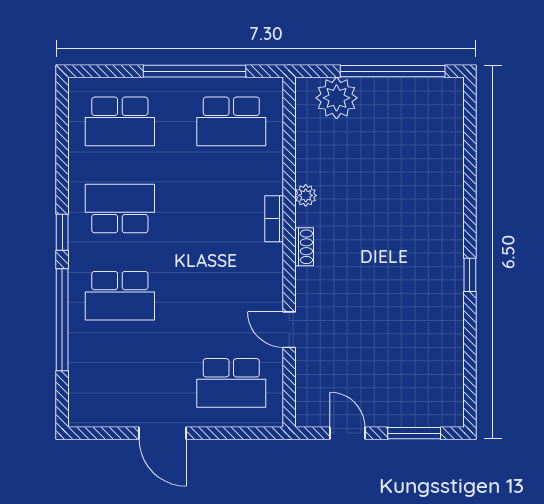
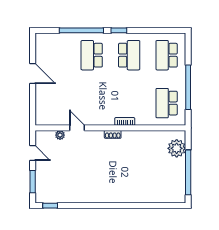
plant: (306, 195) -> (60, 135), moved
window: (470, 275) -> (50, 206), moved
door: (289, 330) -> (77, 128), hinge flipped
school desk: (231, 383) -> (54, 103), removed
door: (163, 433) -> (33, 74), swing flipped
door: (348, 433) -> (33, 153), hinge flipped

